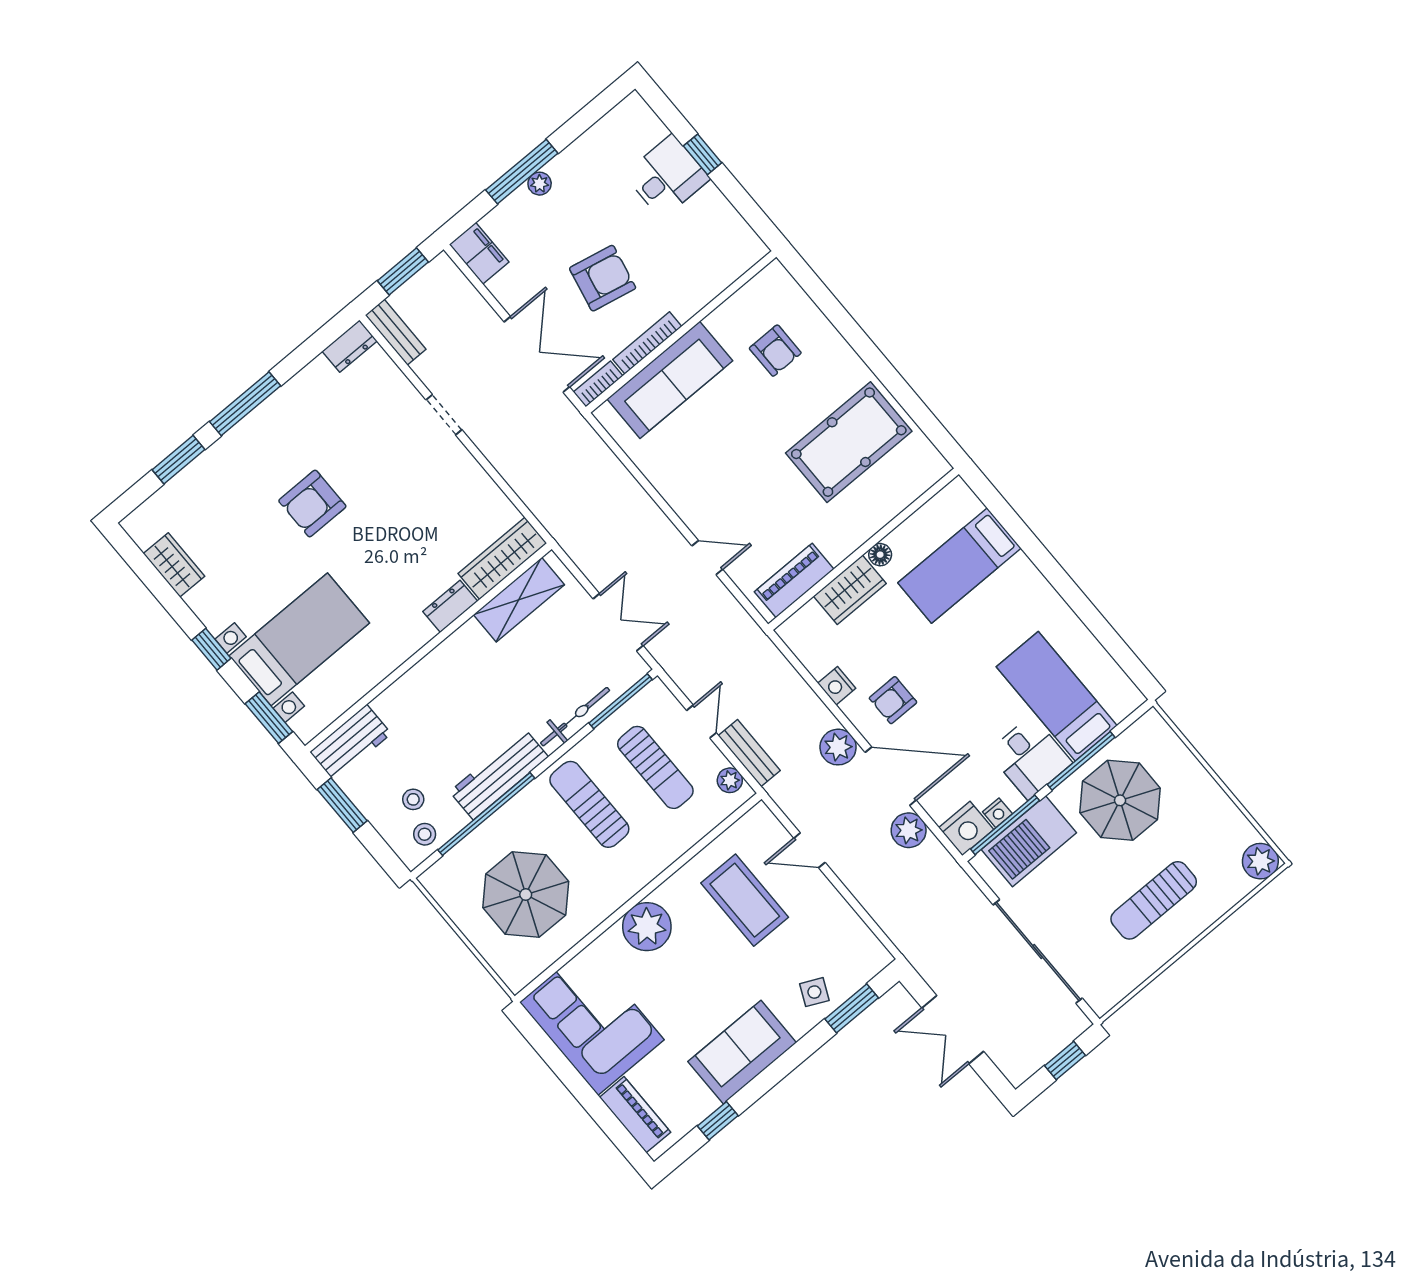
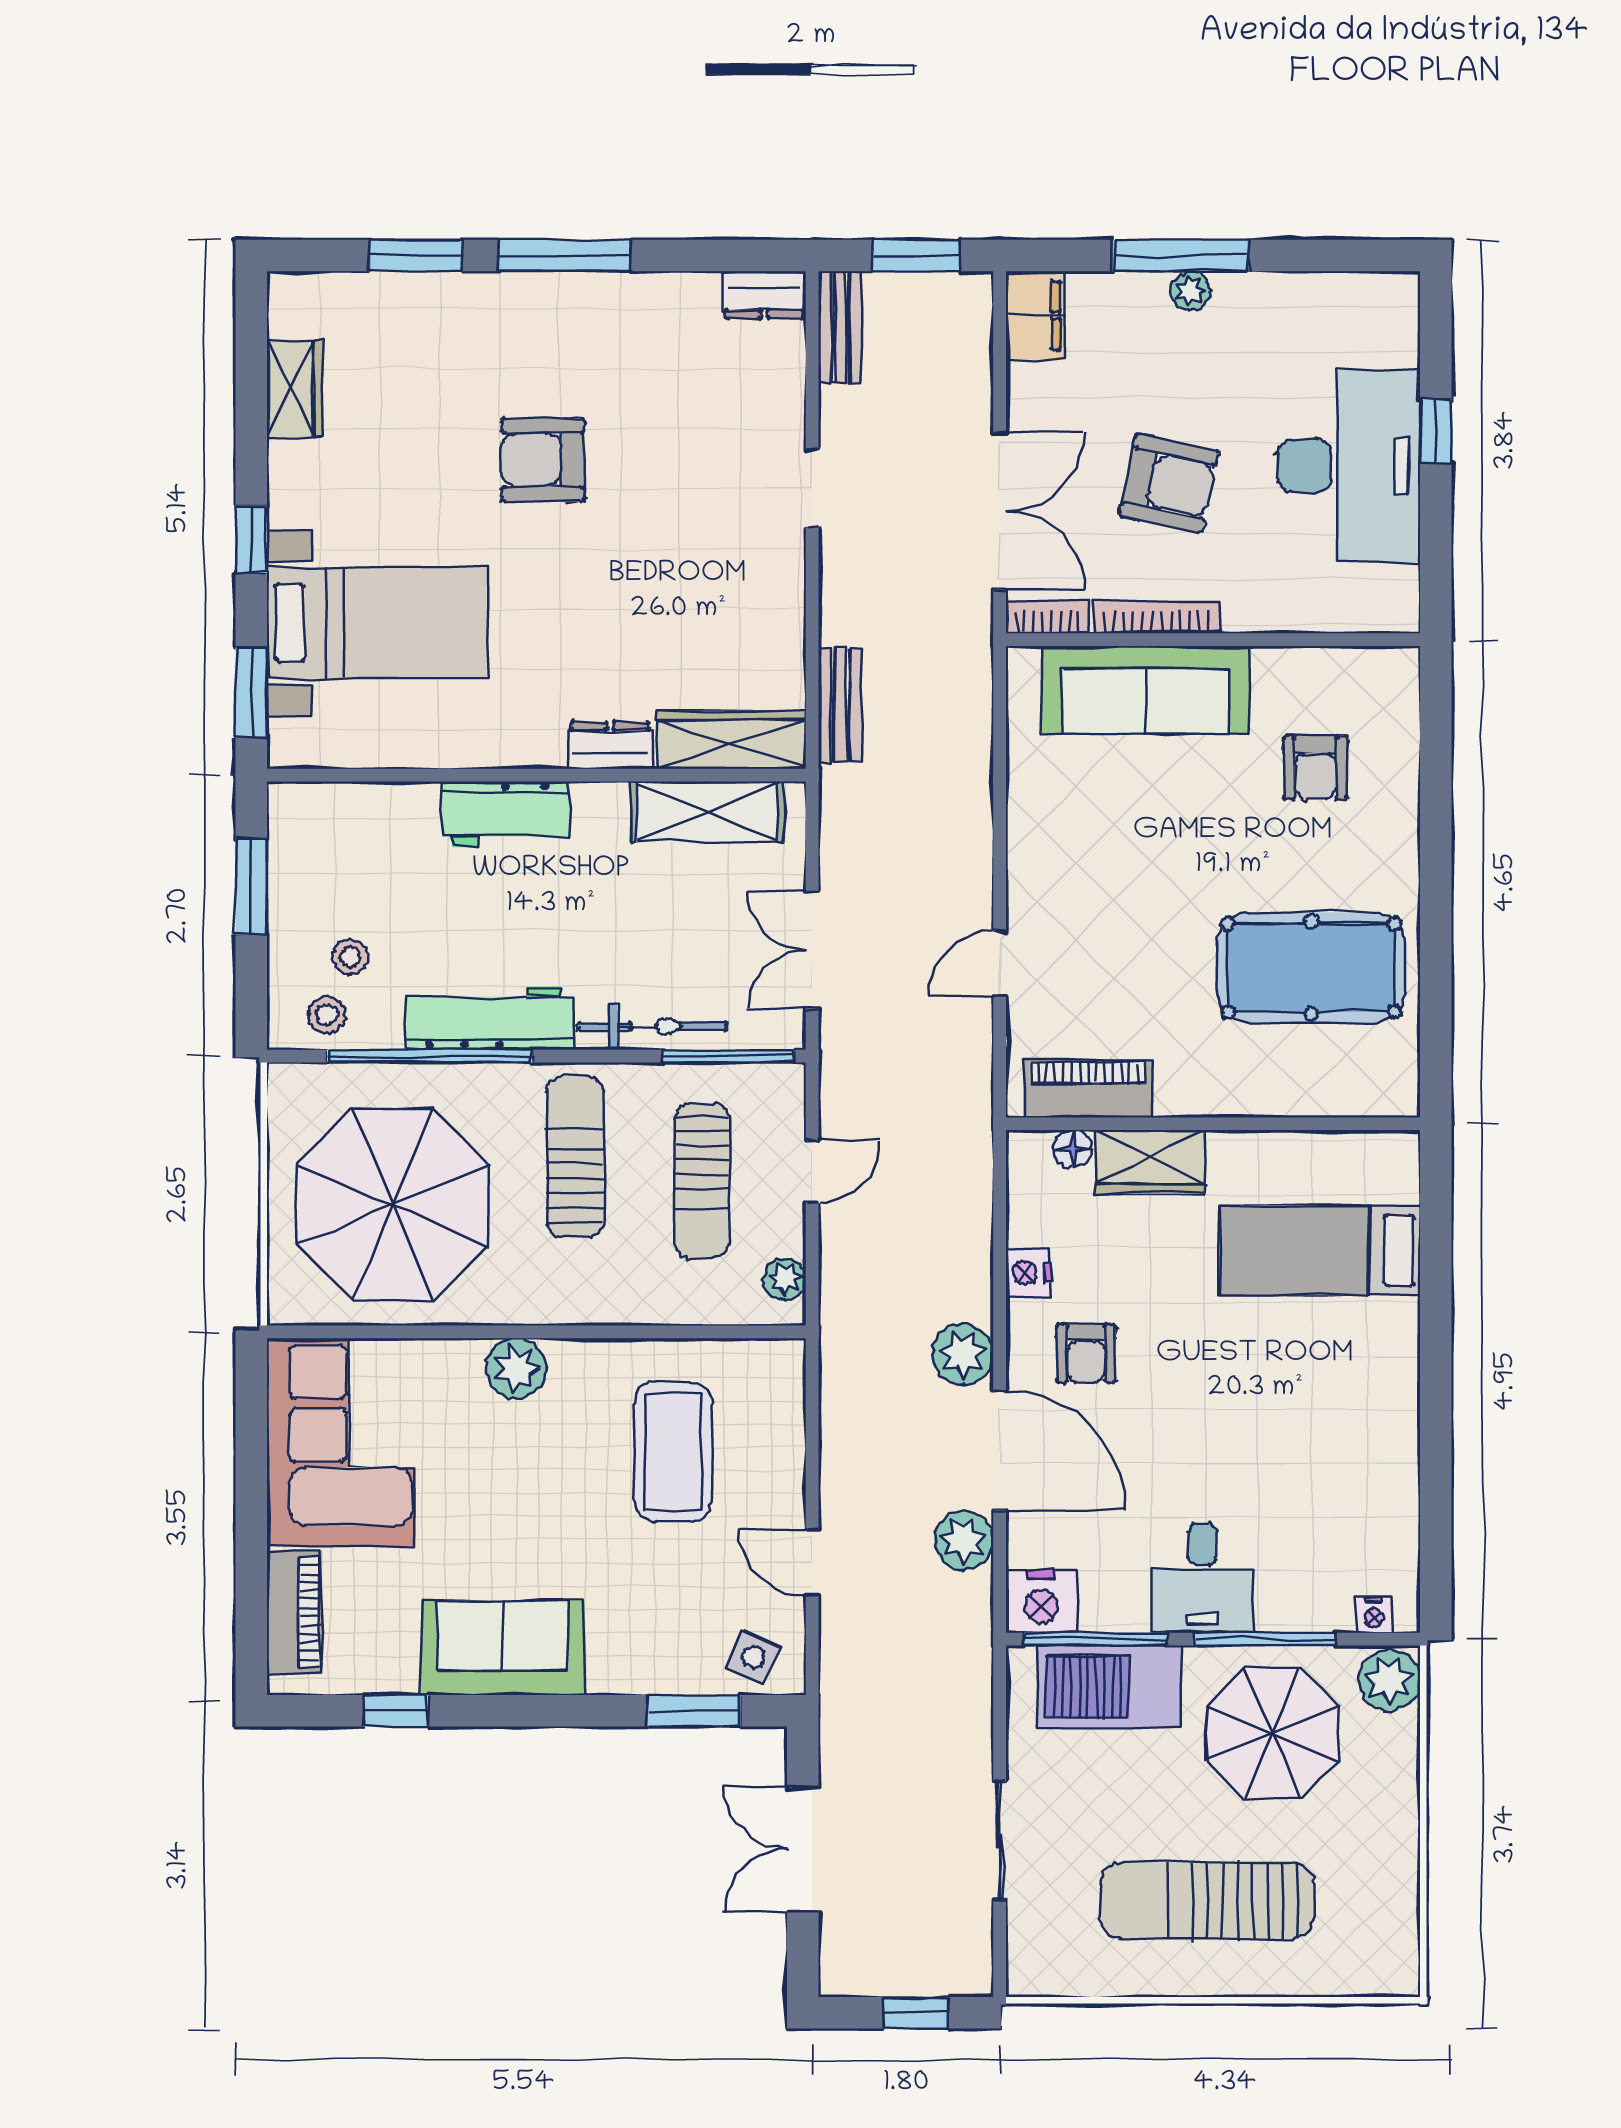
desk: (667, 177) -> (1348, 466), width x1.87, depth x1.30
floor lamp: (880, 555) -> (1073, 1149), moved
door: (707, 558) -> (1000, 963), swing flipped
double door: (618, 622) -> (812, 950), swing flipped
bed: (1057, 696) -> (1304, 1528), removed
armchair: (893, 700) -> (1086, 1353), turned -90
workbench: (351, 743) -> (506, 814), moved
bench: (749, 753) -> (840, 705), moved
nightstand: (997, 813) -> (1374, 1615), moved
door: (809, 850) -> (812, 1563), moved
plant: (1260, 861) -> (1390, 1680), moved
parasol: (526, 895) -> (393, 1205), width x1.36, depth x1.36
sun lounger: (1154, 900) -> (1207, 1901), width x1.36, depth x1.34
plant: (647, 927) -> (516, 1368), width x0.73, depth x0.73
sliding door: (1038, 951) -> (1000, 1841), width x0.54
side table: (814, 992) -> (753, 1657), moved

